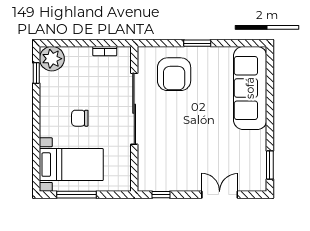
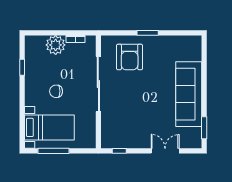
plant: (52, 59) -> (56, 45), moved
window: (36, 73) -> (22, 67), moved
sofa: (250, 88) -> (189, 94), moved

